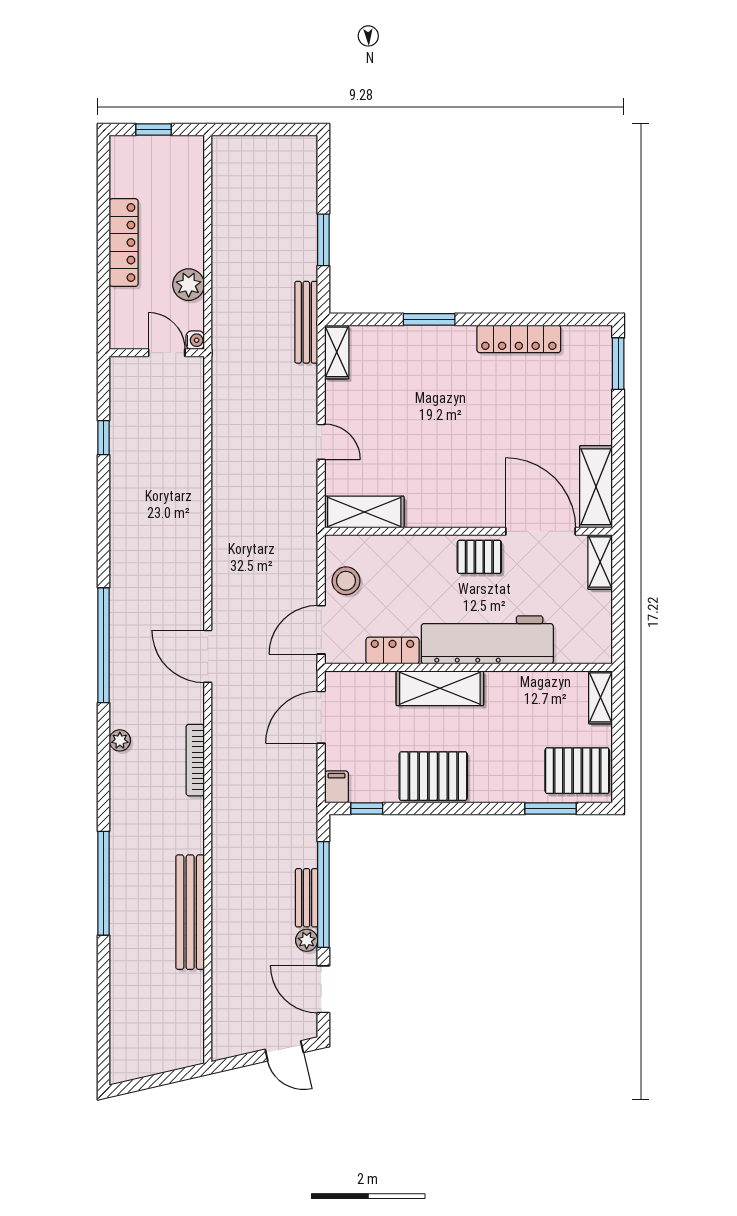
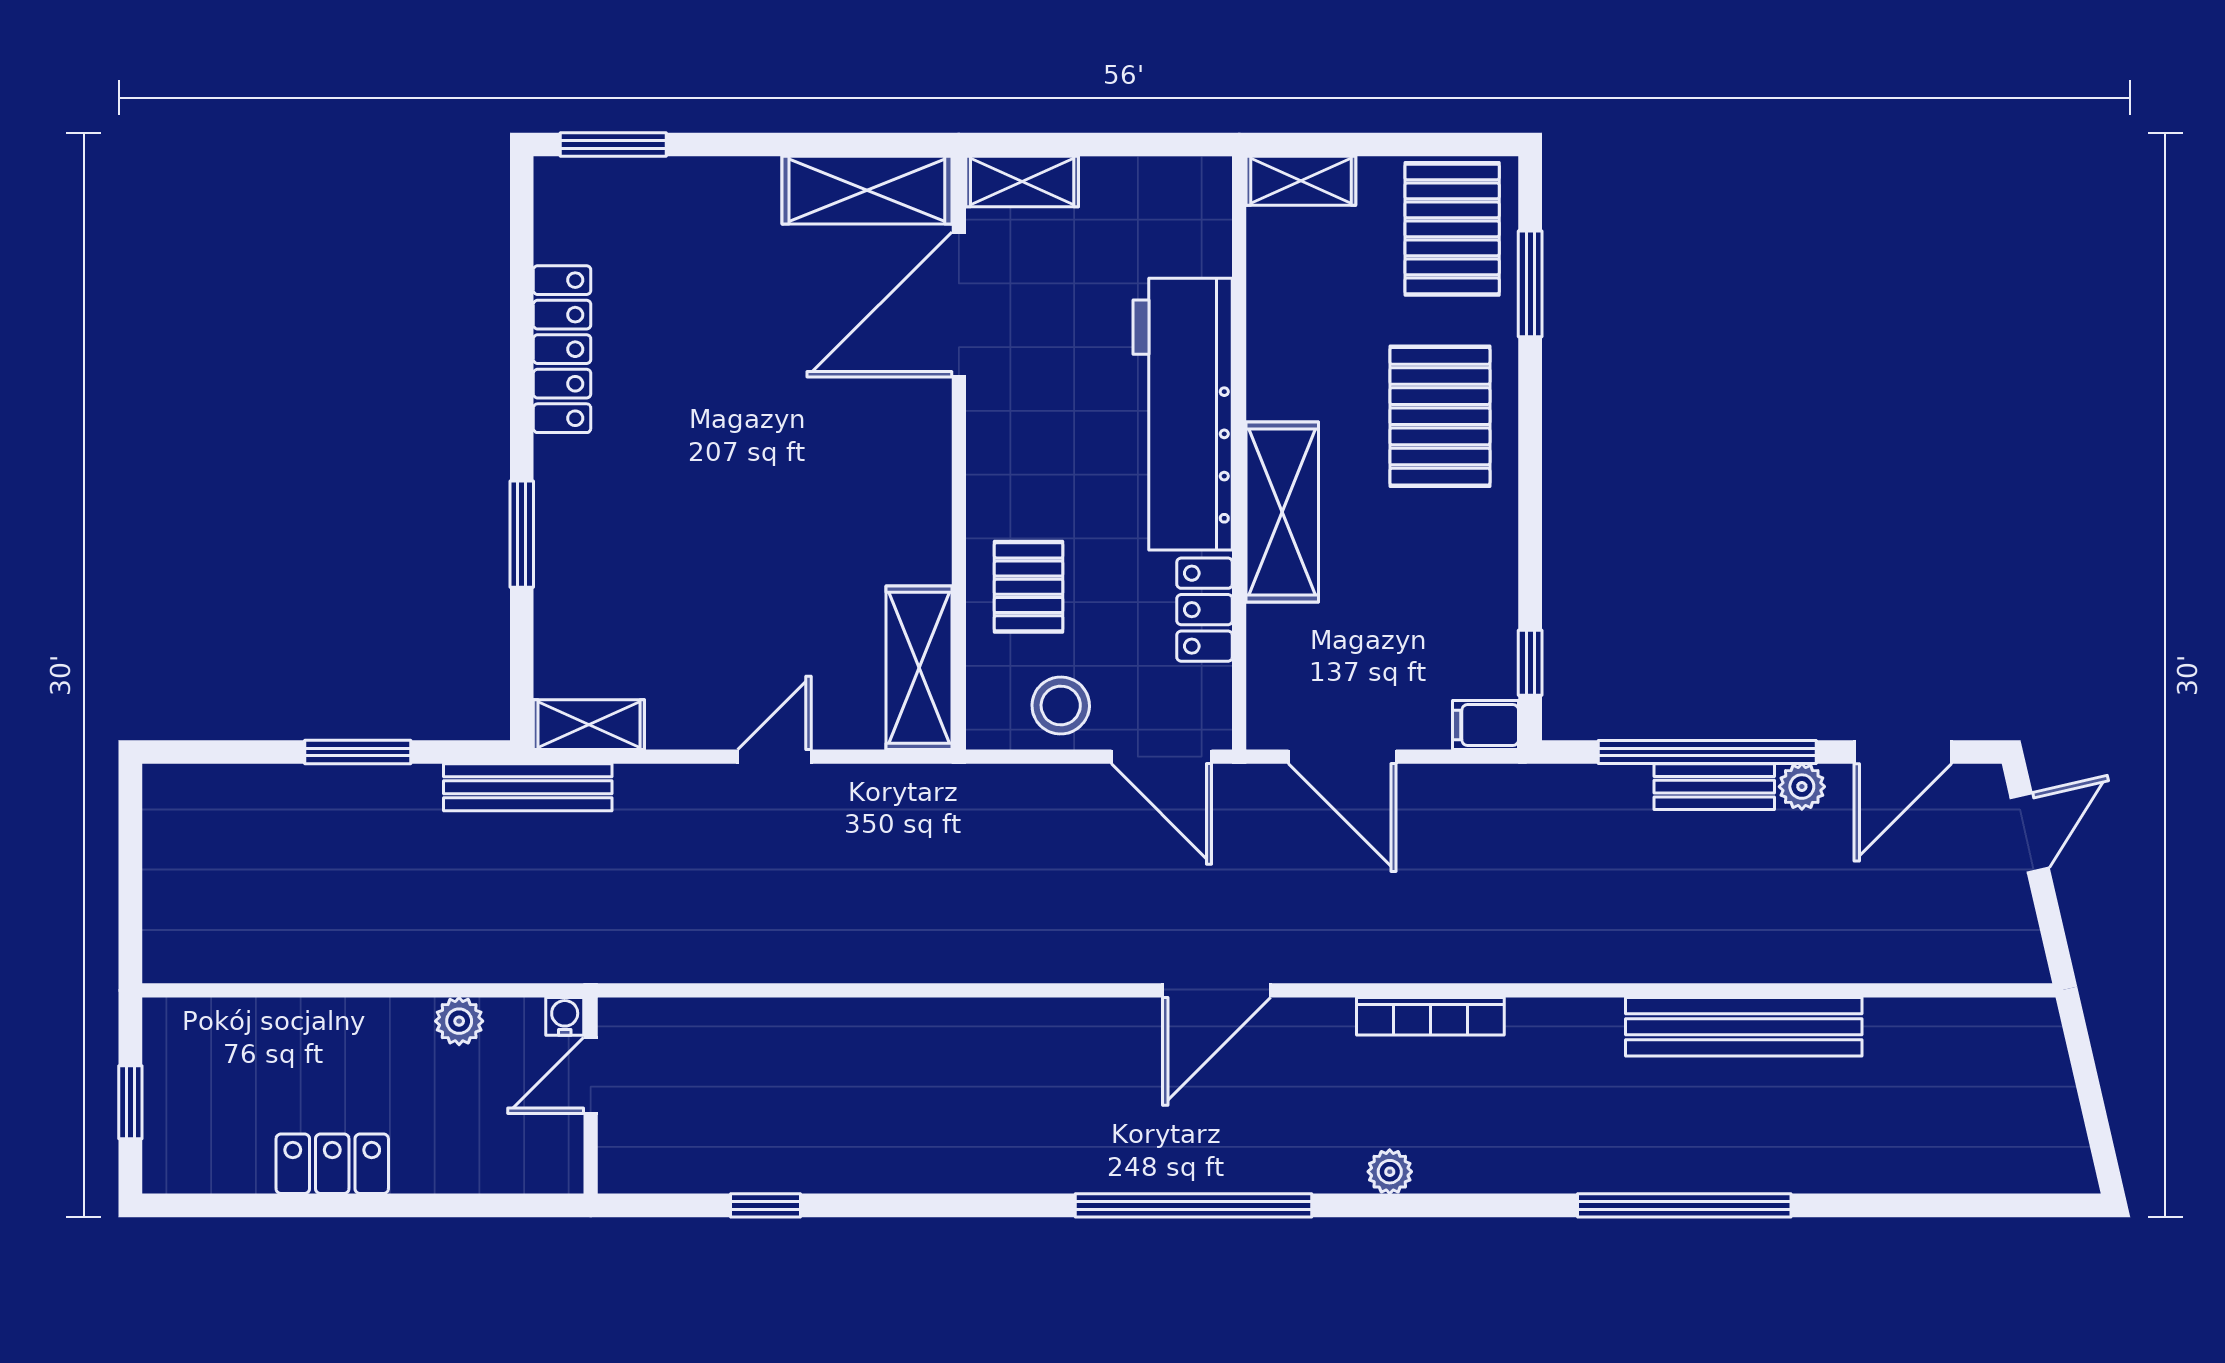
locker: (124, 243) -> (332, 1164), width x0.66
plant: (189, 285) -> (459, 1021), width x0.73, depth x0.73
pallet: (479, 557) -> (1029, 587), moved
pallet: (433, 776) -> (1440, 416), moved

